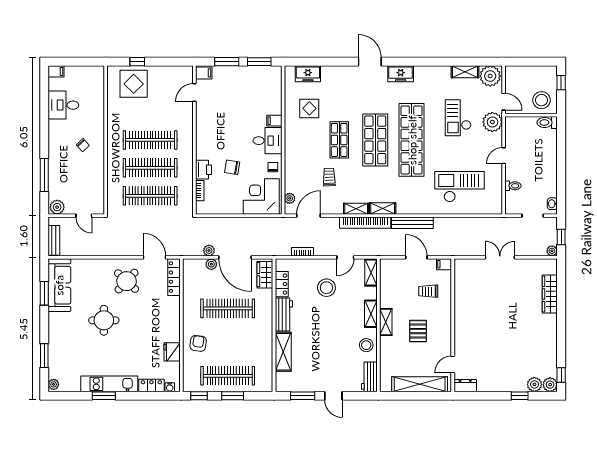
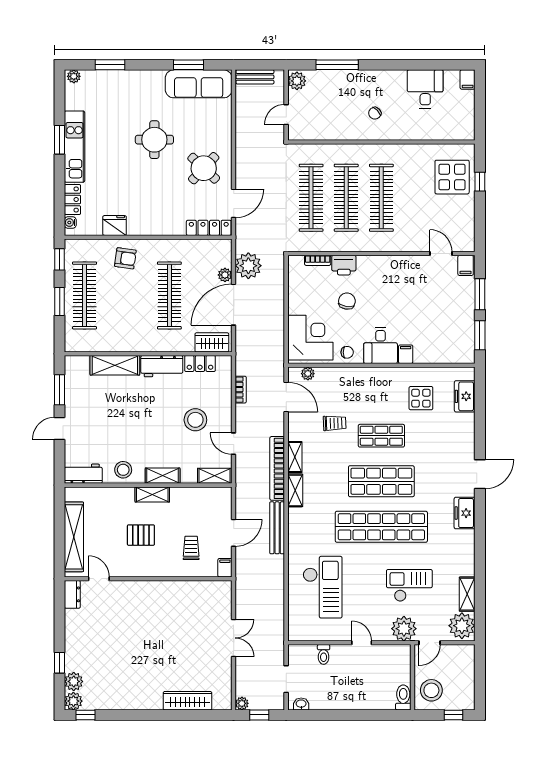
plant: (209, 251) -> (248, 266), width x1.87, depth x1.87

